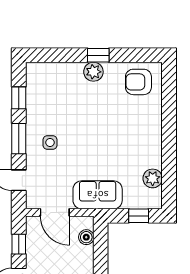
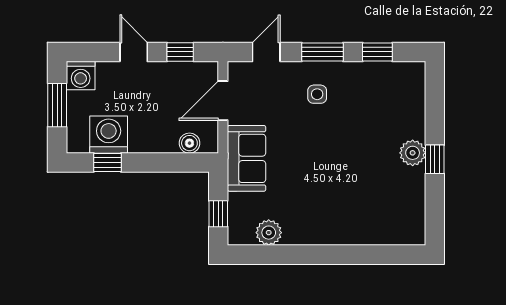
armchair: (138, 82) -> (399, 214), removed

